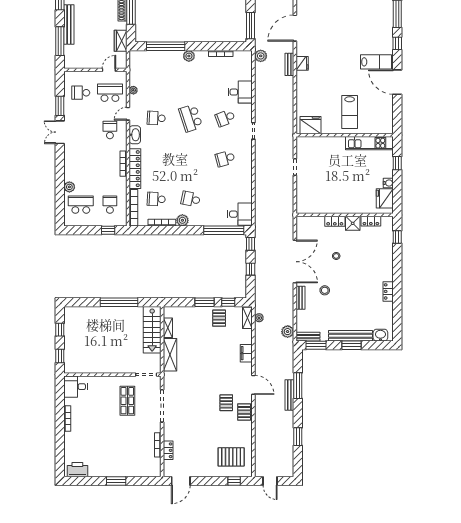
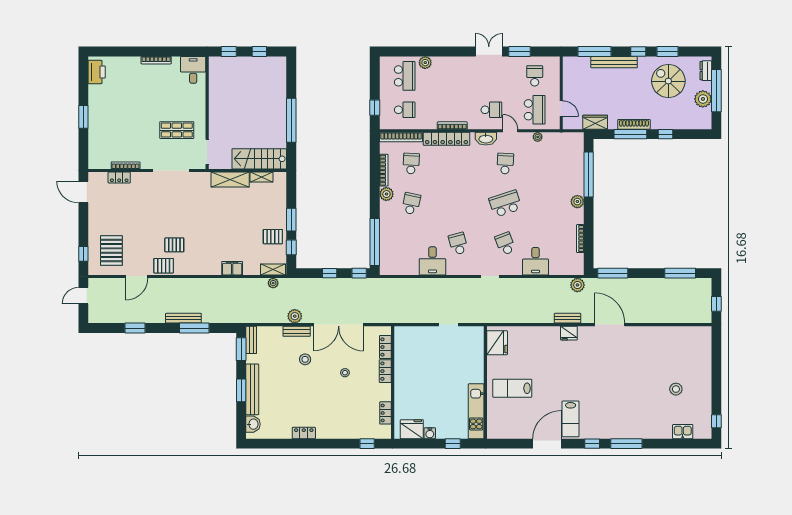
desk: (240, 214) -> (432, 261), moved
locker: (314, 221) -> (385, 347), added
shower: (353, 223) -> (383, 392), removed
plant: (288, 332) -> (295, 316), moved
door: (253, 385) -> (137, 276), moved

